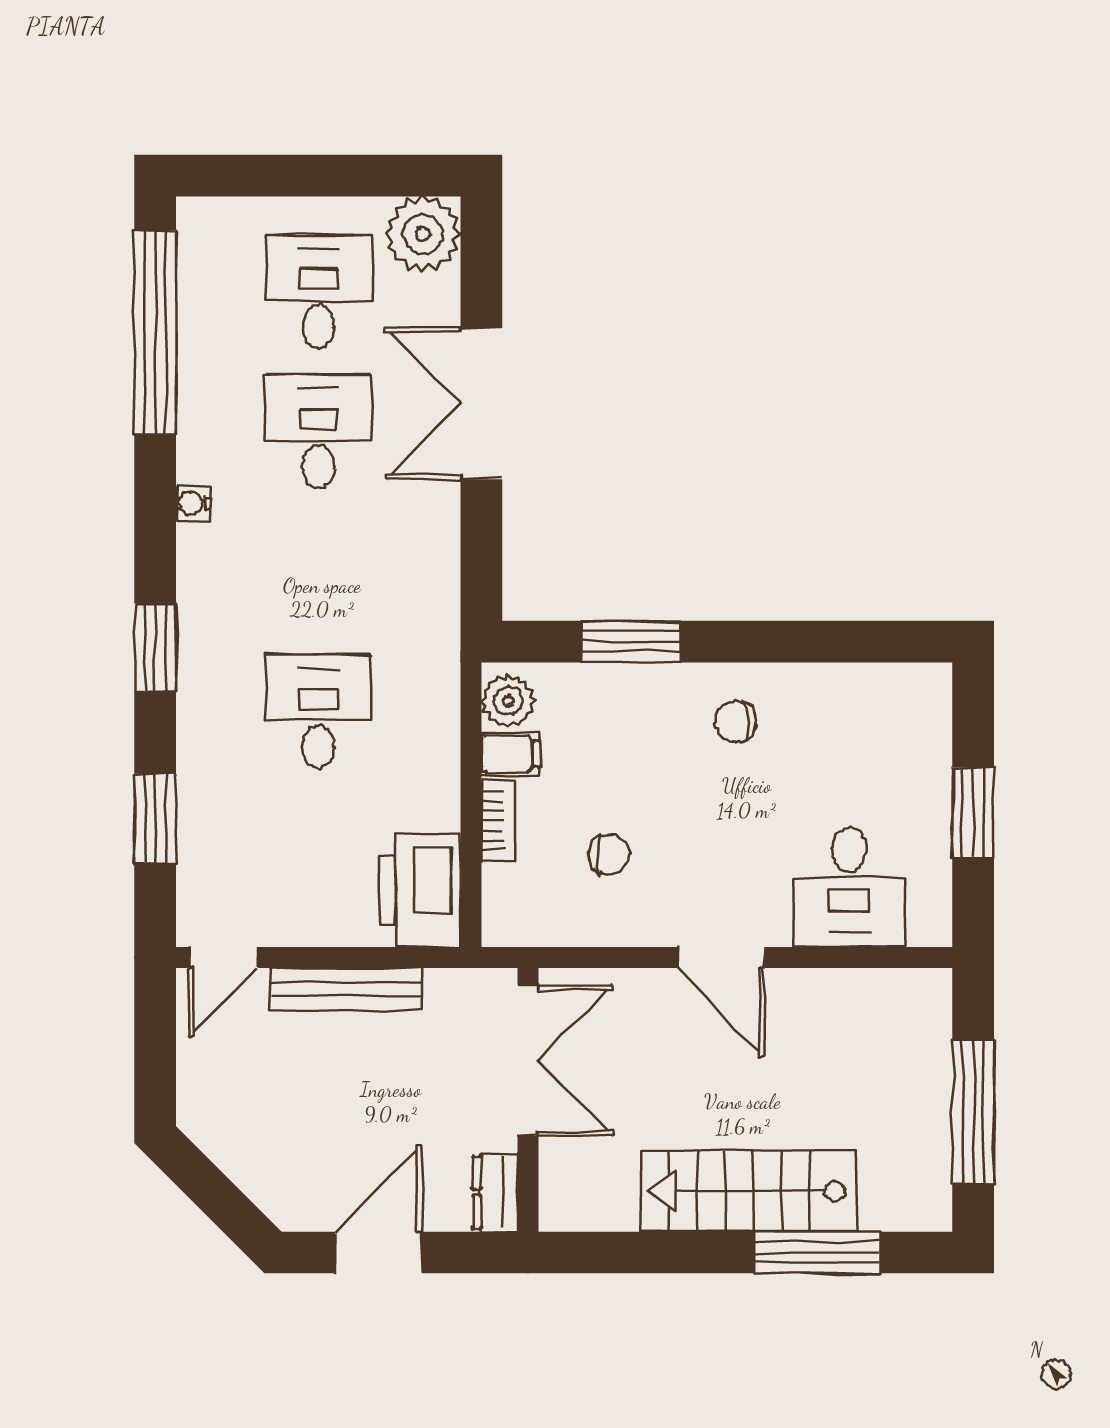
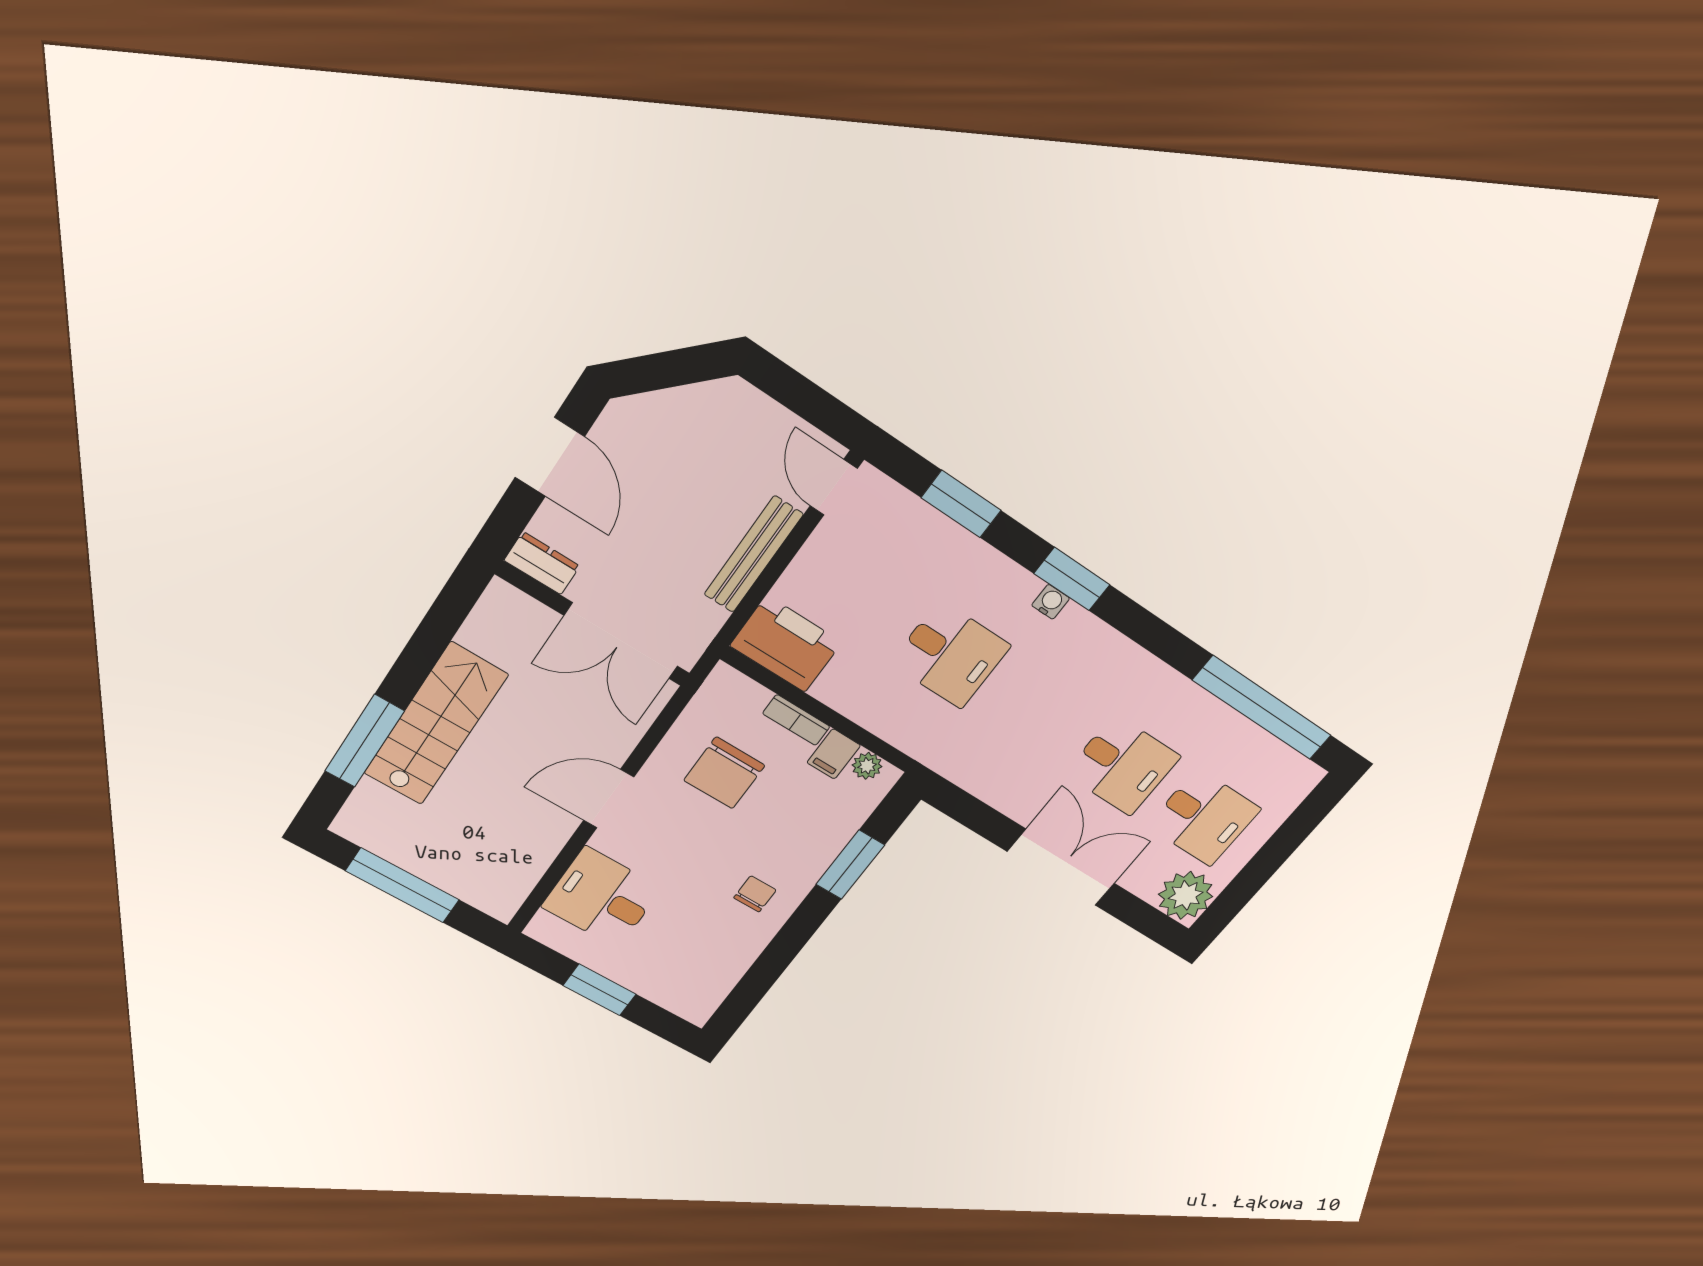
water cooler: (193, 503) -> (1051, 602), moved
plant: (508, 701) -> (867, 766), width x0.73, depth x0.73
chair: (609, 855) -> (724, 773), width x1.87, depth x1.87

